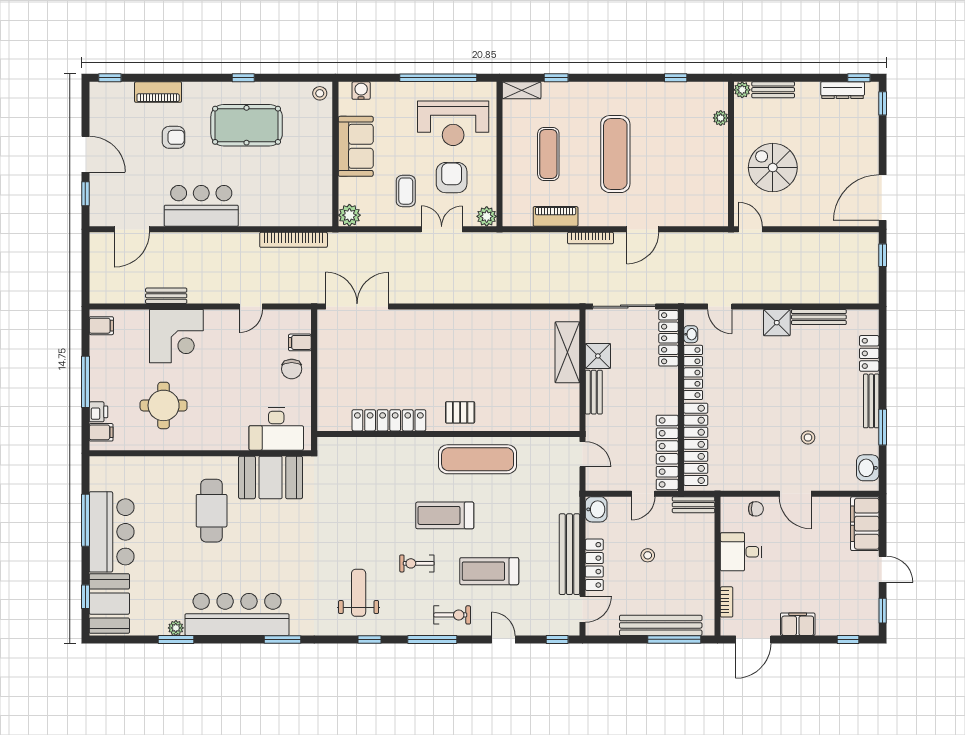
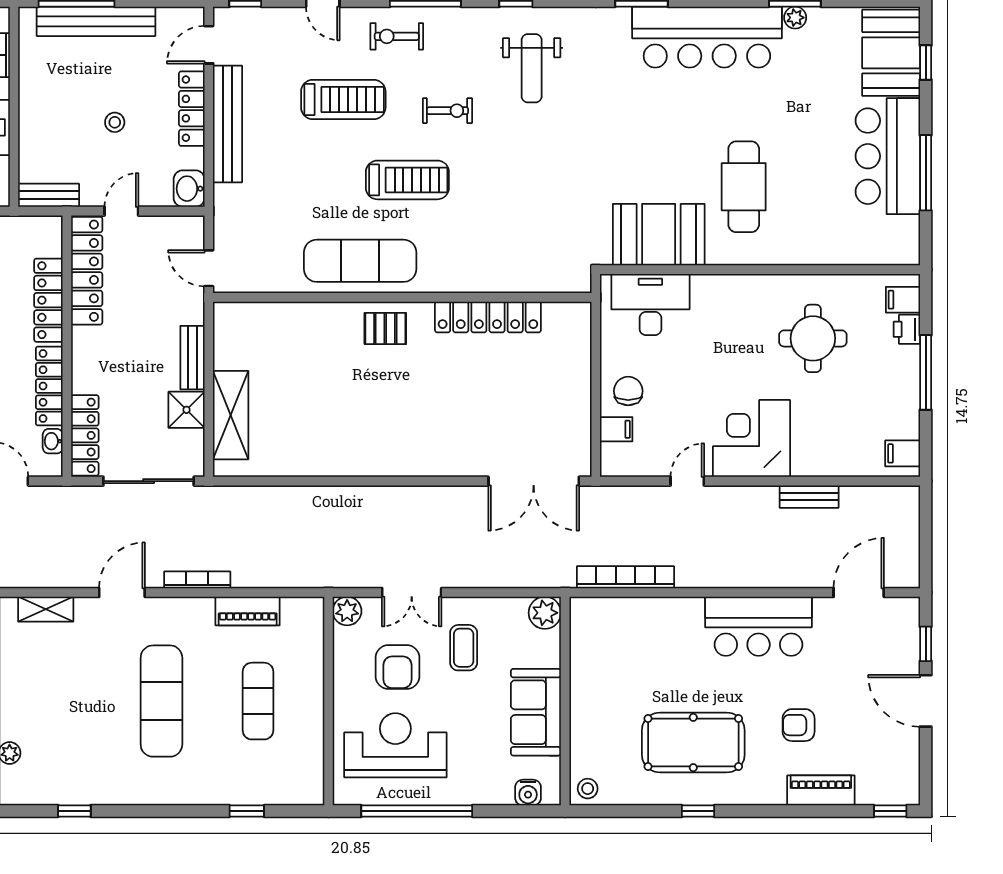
shelving: (522, 90) -> (46, 609), moved
corner desk: (176, 336) -> (752, 438), moved
locker: (696, 444) -> (48, 300), width x0.71, depth x0.83

